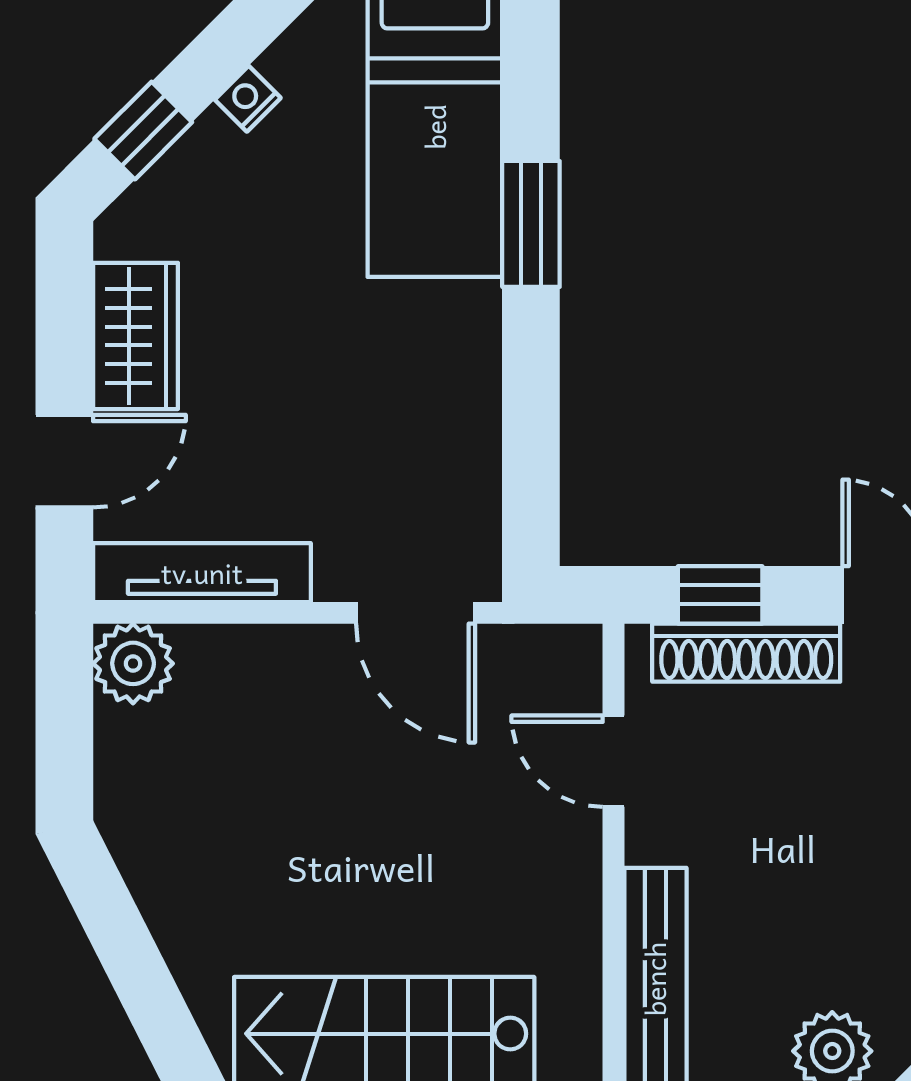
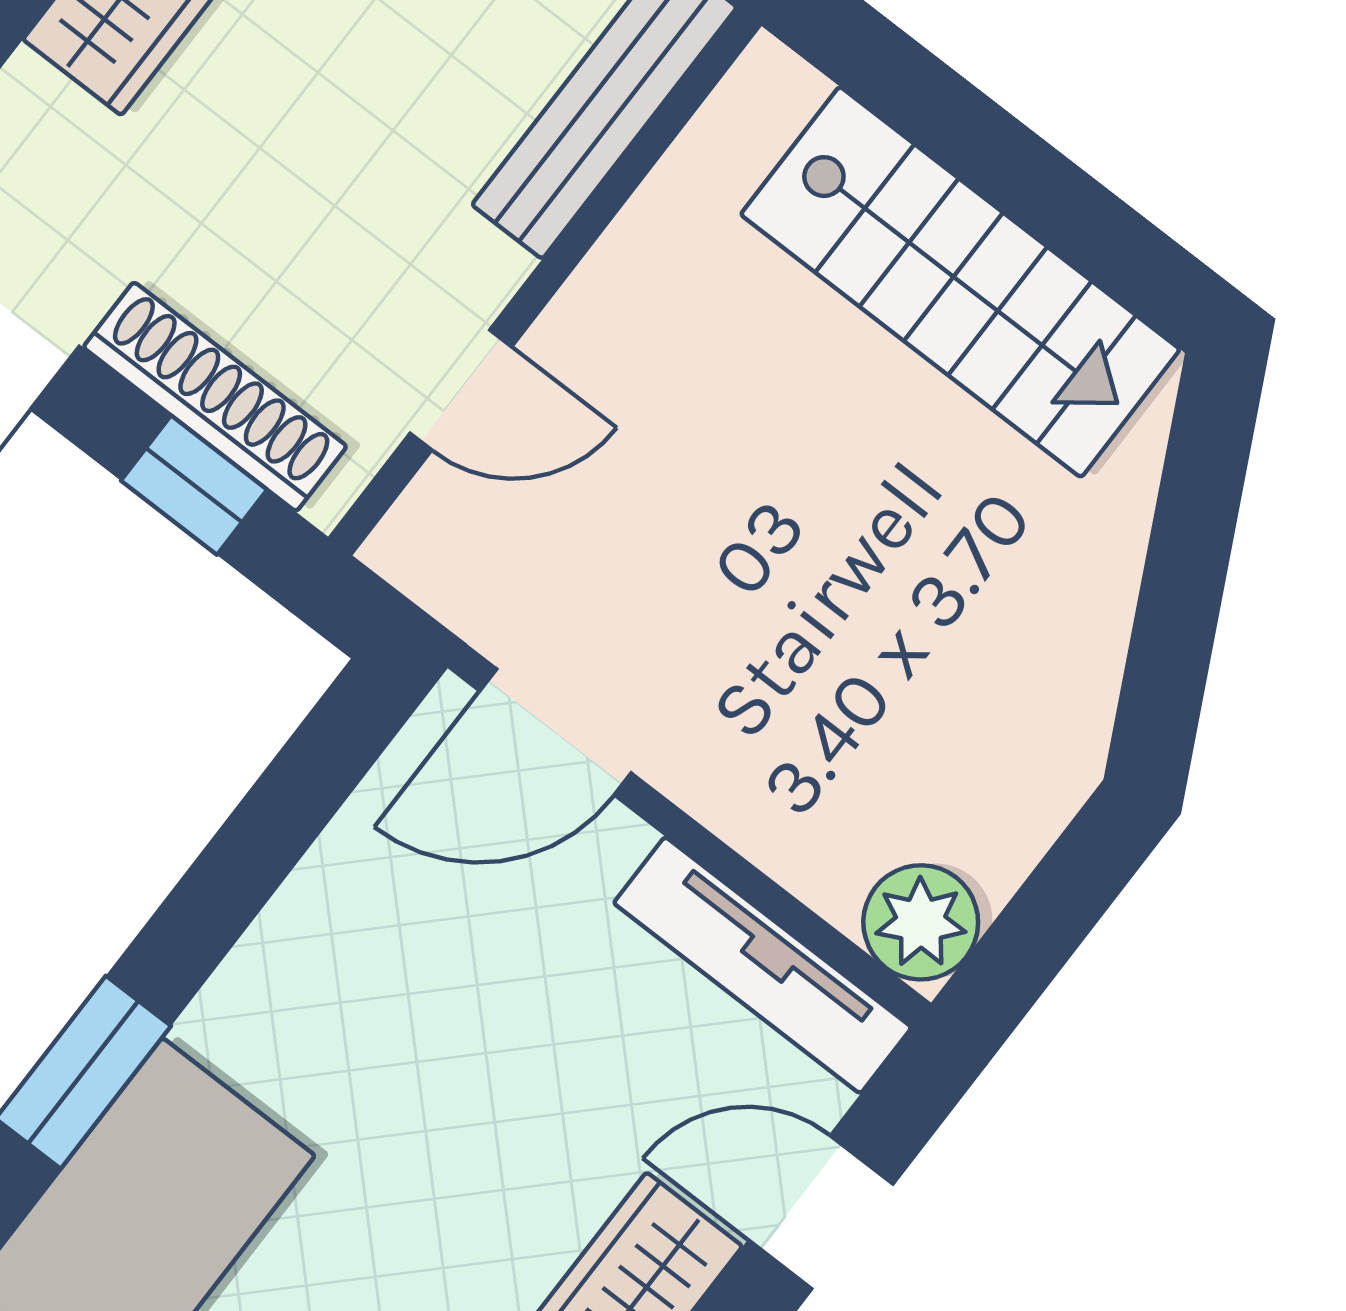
door: (416, 613) -> (555, 732), swing flipped
door: (614, 761) -> (461, 390), hinge flipped

